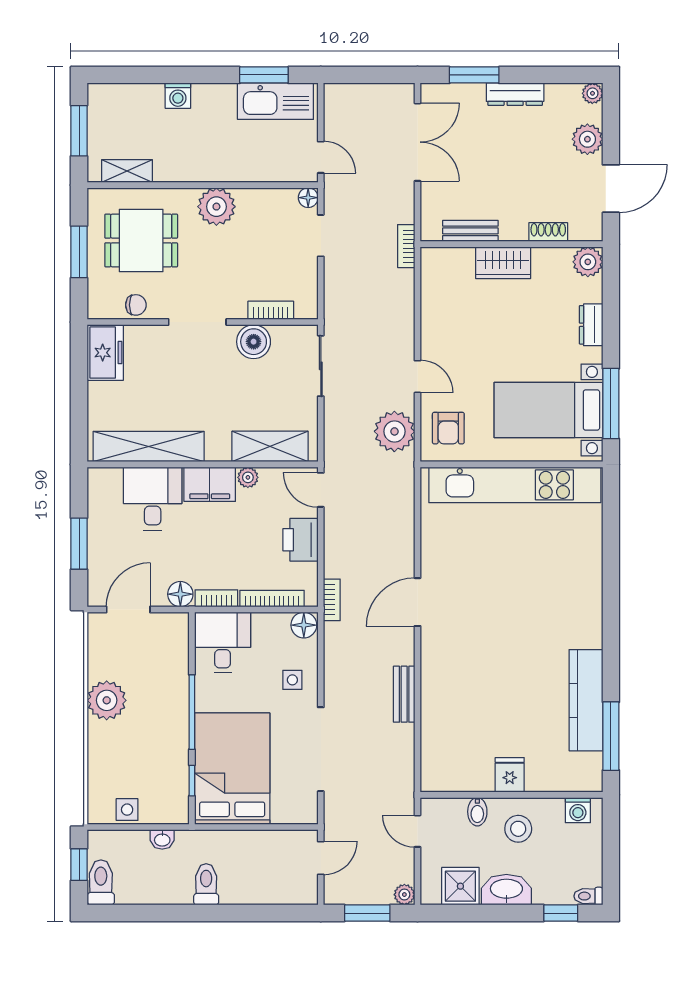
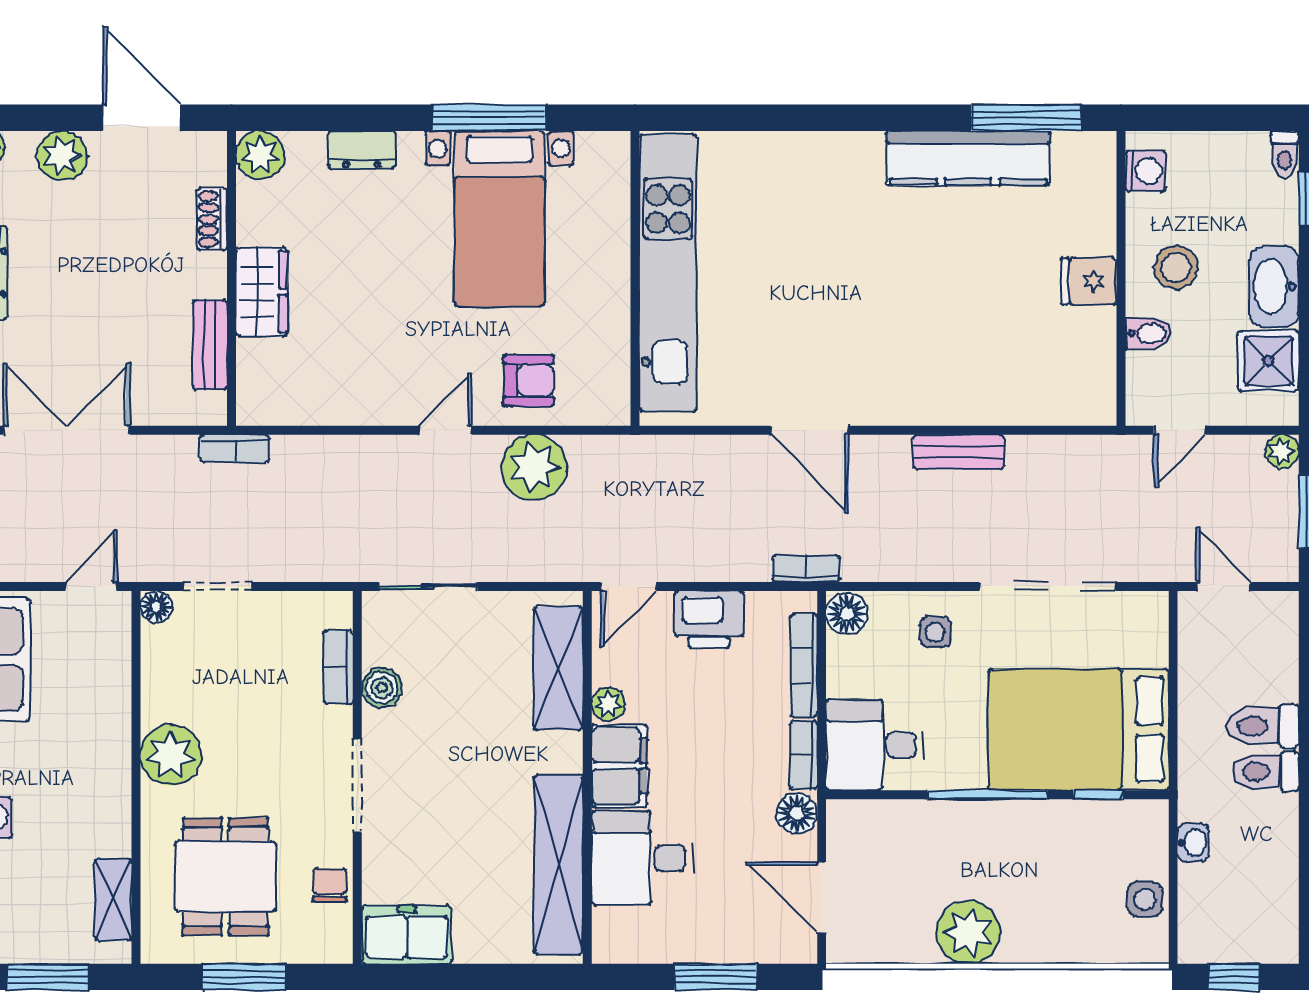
boiler: (254, 342) -> (382, 688), width x0.73, depth x0.73
wall: (512, 464) -> (635, 278), moved
kitchen unit: (515, 485) -> (668, 273), moved
toilet: (101, 882) -> (1263, 726), moved

